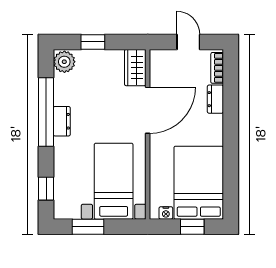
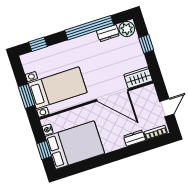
dresser: (62, 121) -> (108, 33), moved
window: (88, 227) -> (27, 96), moved

